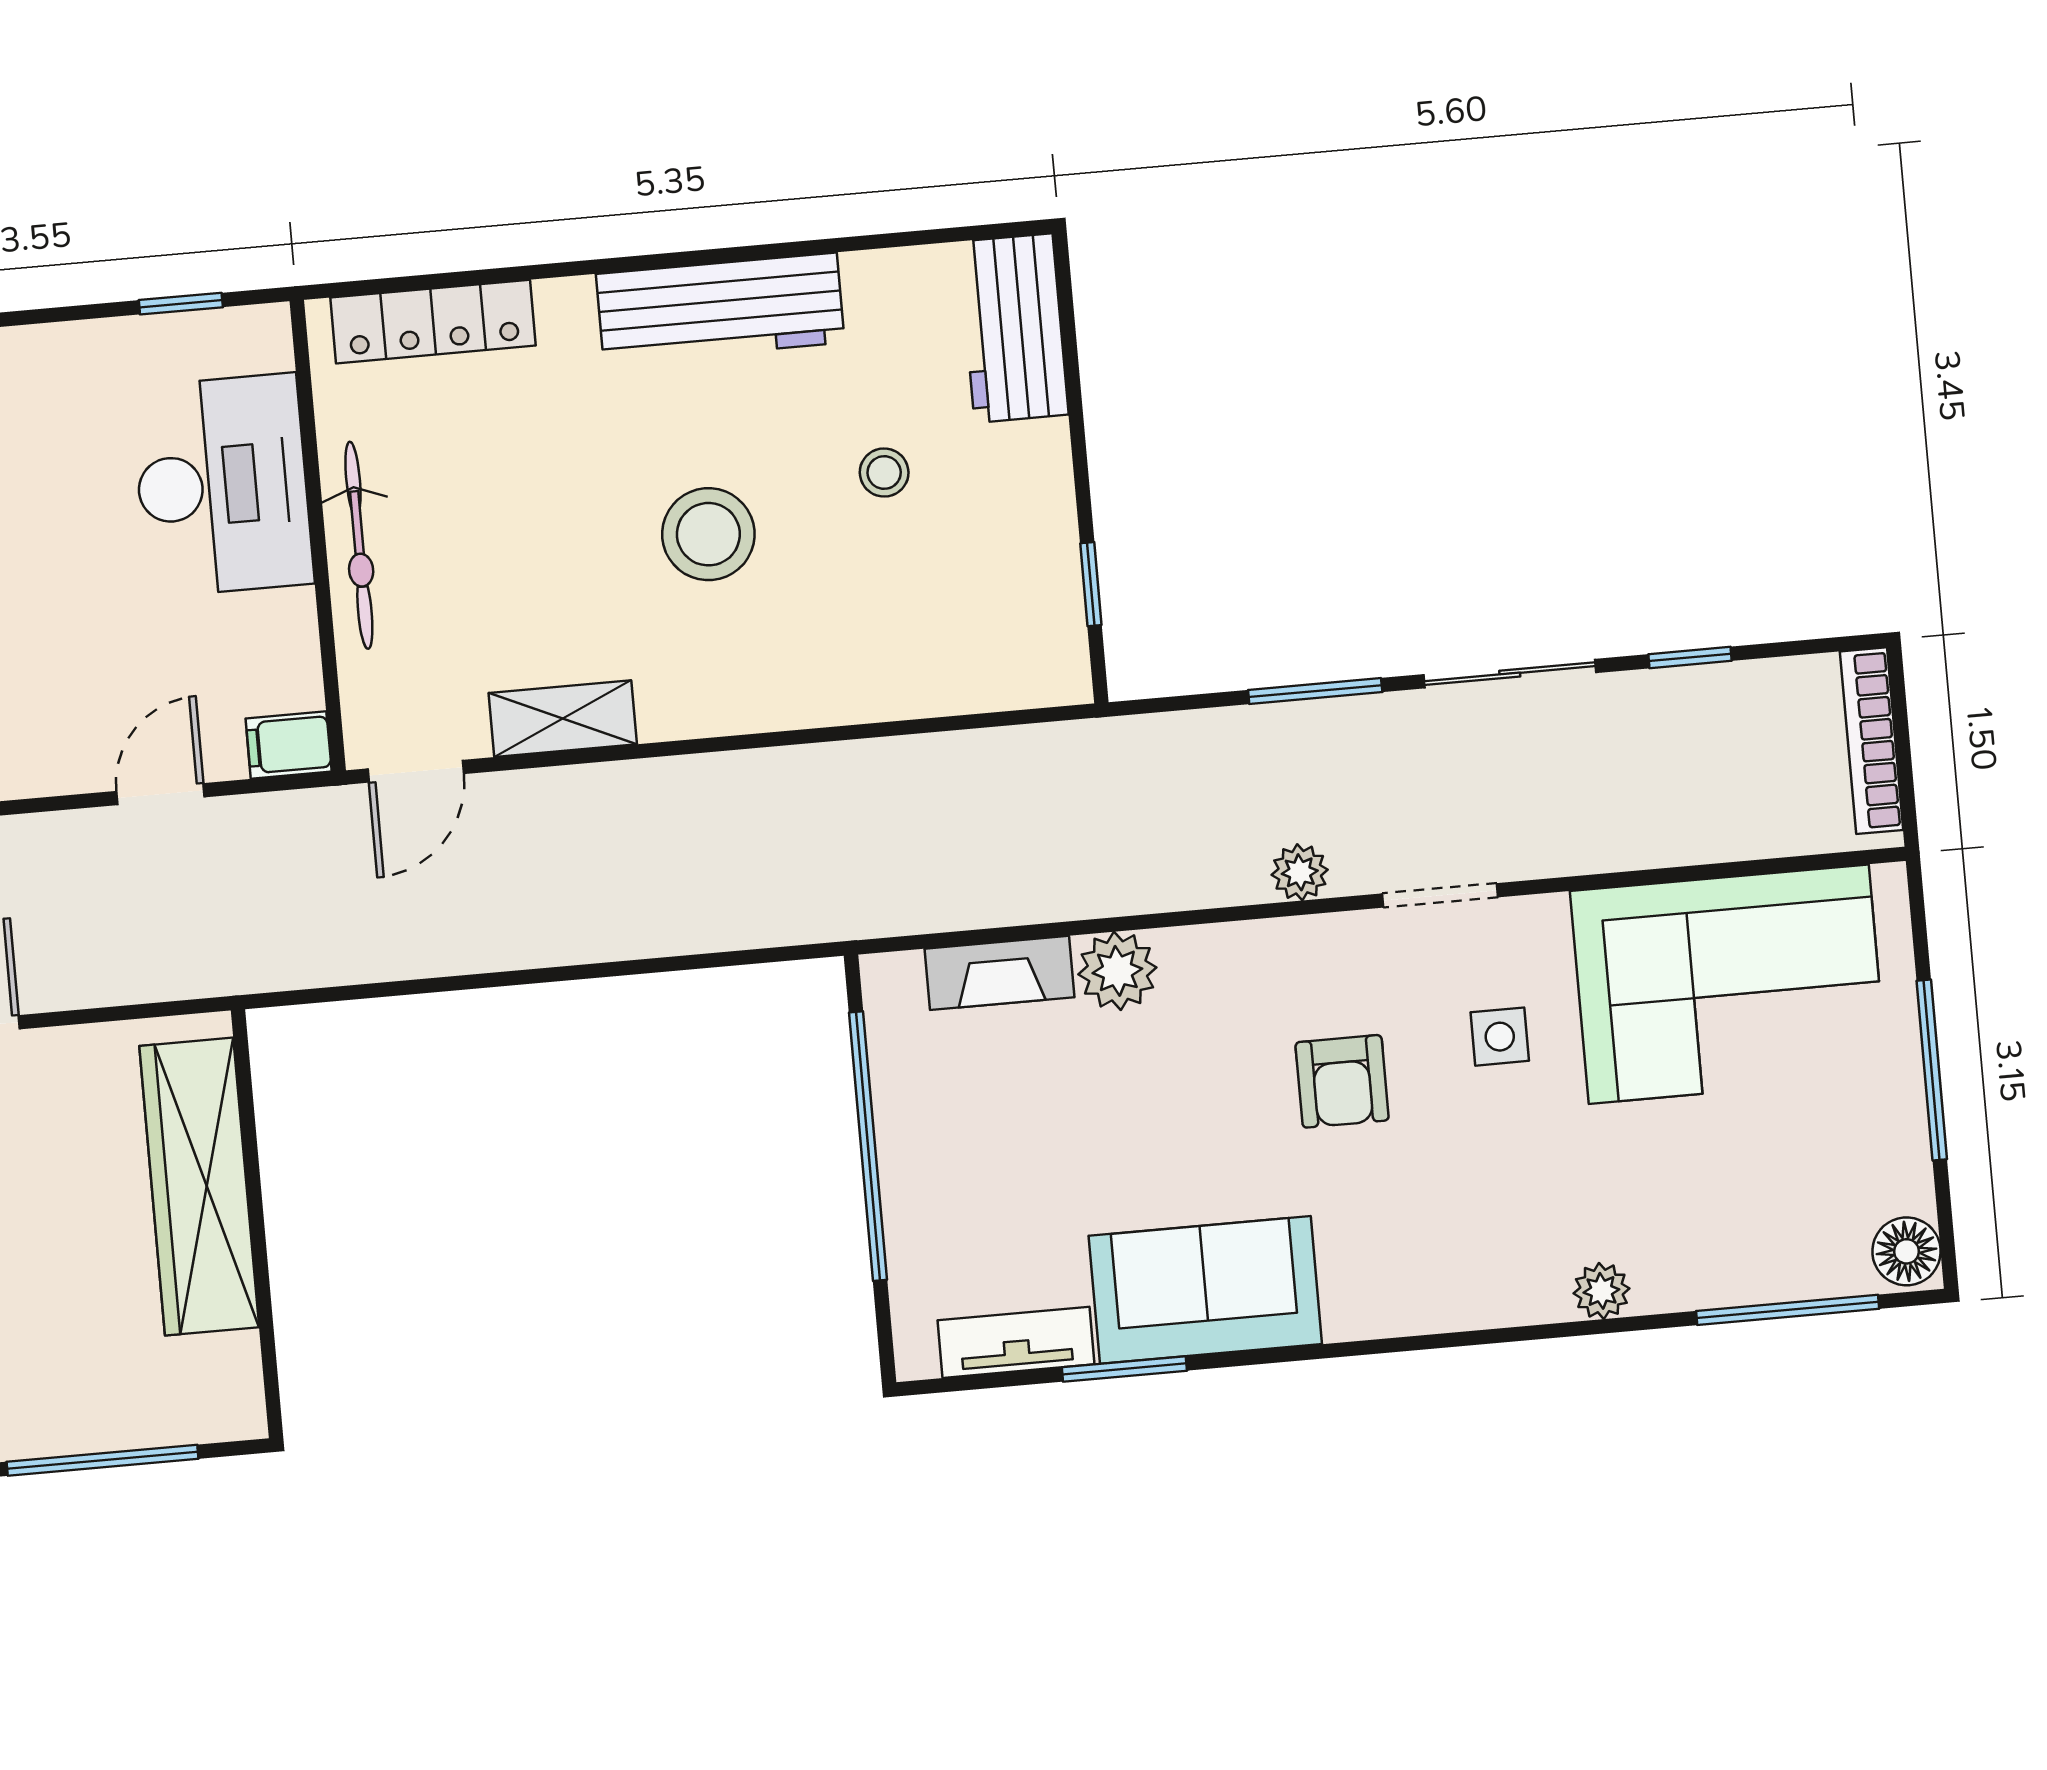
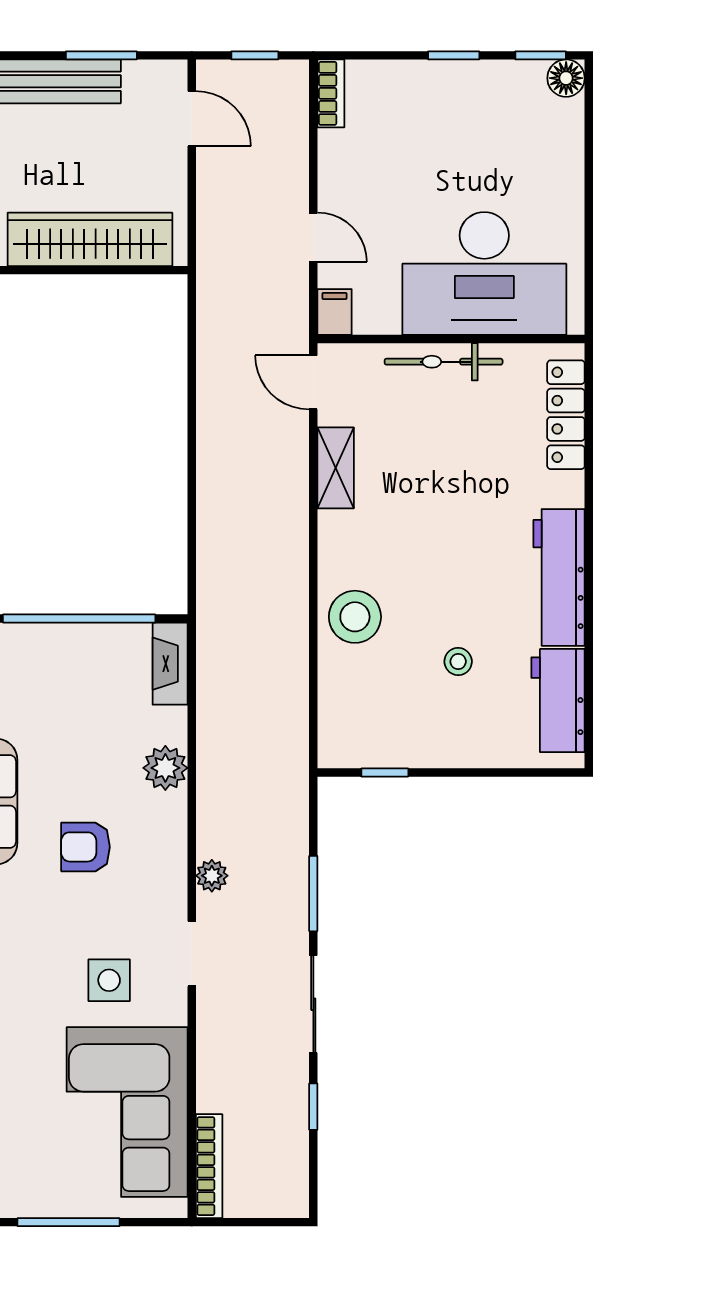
window: (181, 304) -> (589, 273), removed
workbench: (1013, 328) -> (558, 701), moved, turned -90
desk: (222, 485) -> (484, 274), width x1.36, depth x1.30
stool: (708, 534) -> (355, 617), moved
bookcase: (1872, 741) -> (209, 1166), moved, turned 90
fireplace: (1000, 973) -> (170, 664), moved
side table: (1500, 1037) -> (109, 980), width x1.37, depth x1.37
armchair: (1342, 1081) -> (86, 847), moved

